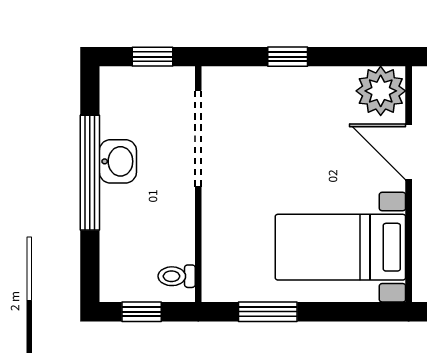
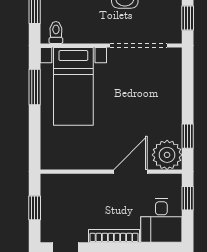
window: (288, 57) -> (188, 136), moved
bed with nightstands: (340, 247) -> (73, 86), moved, turned 180

